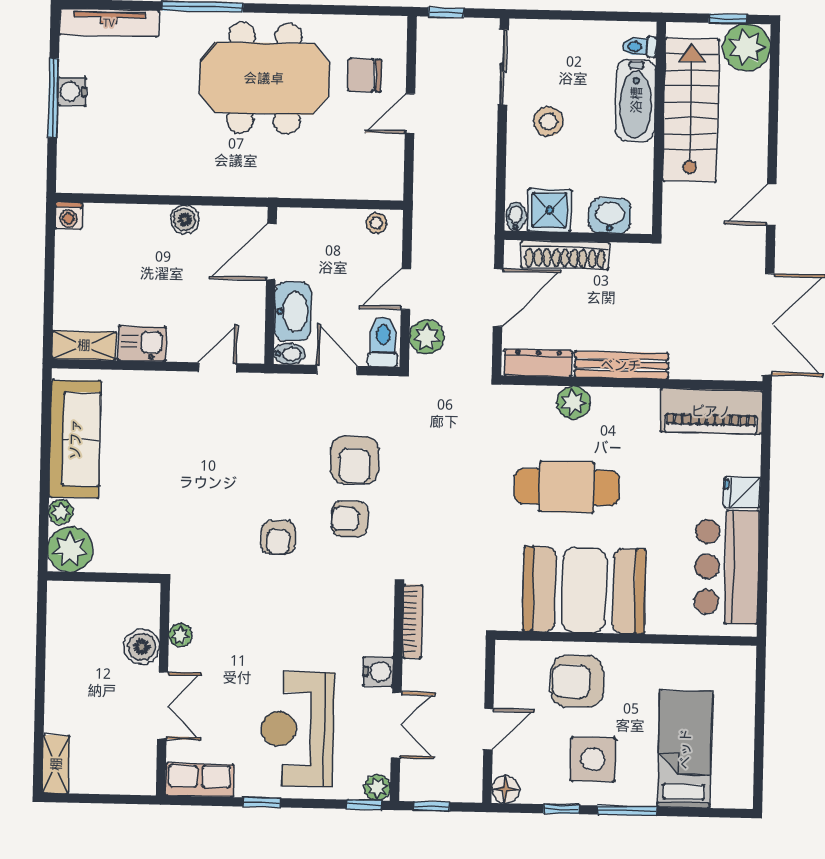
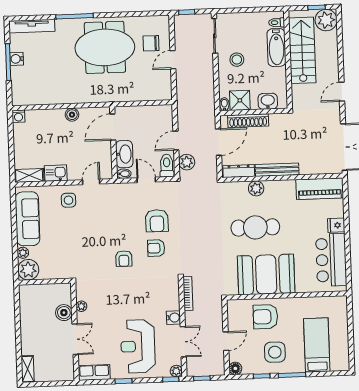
stool: (376, 223) -> (160, 111), removed
side table: (166, 404) -> (68, 200), added

